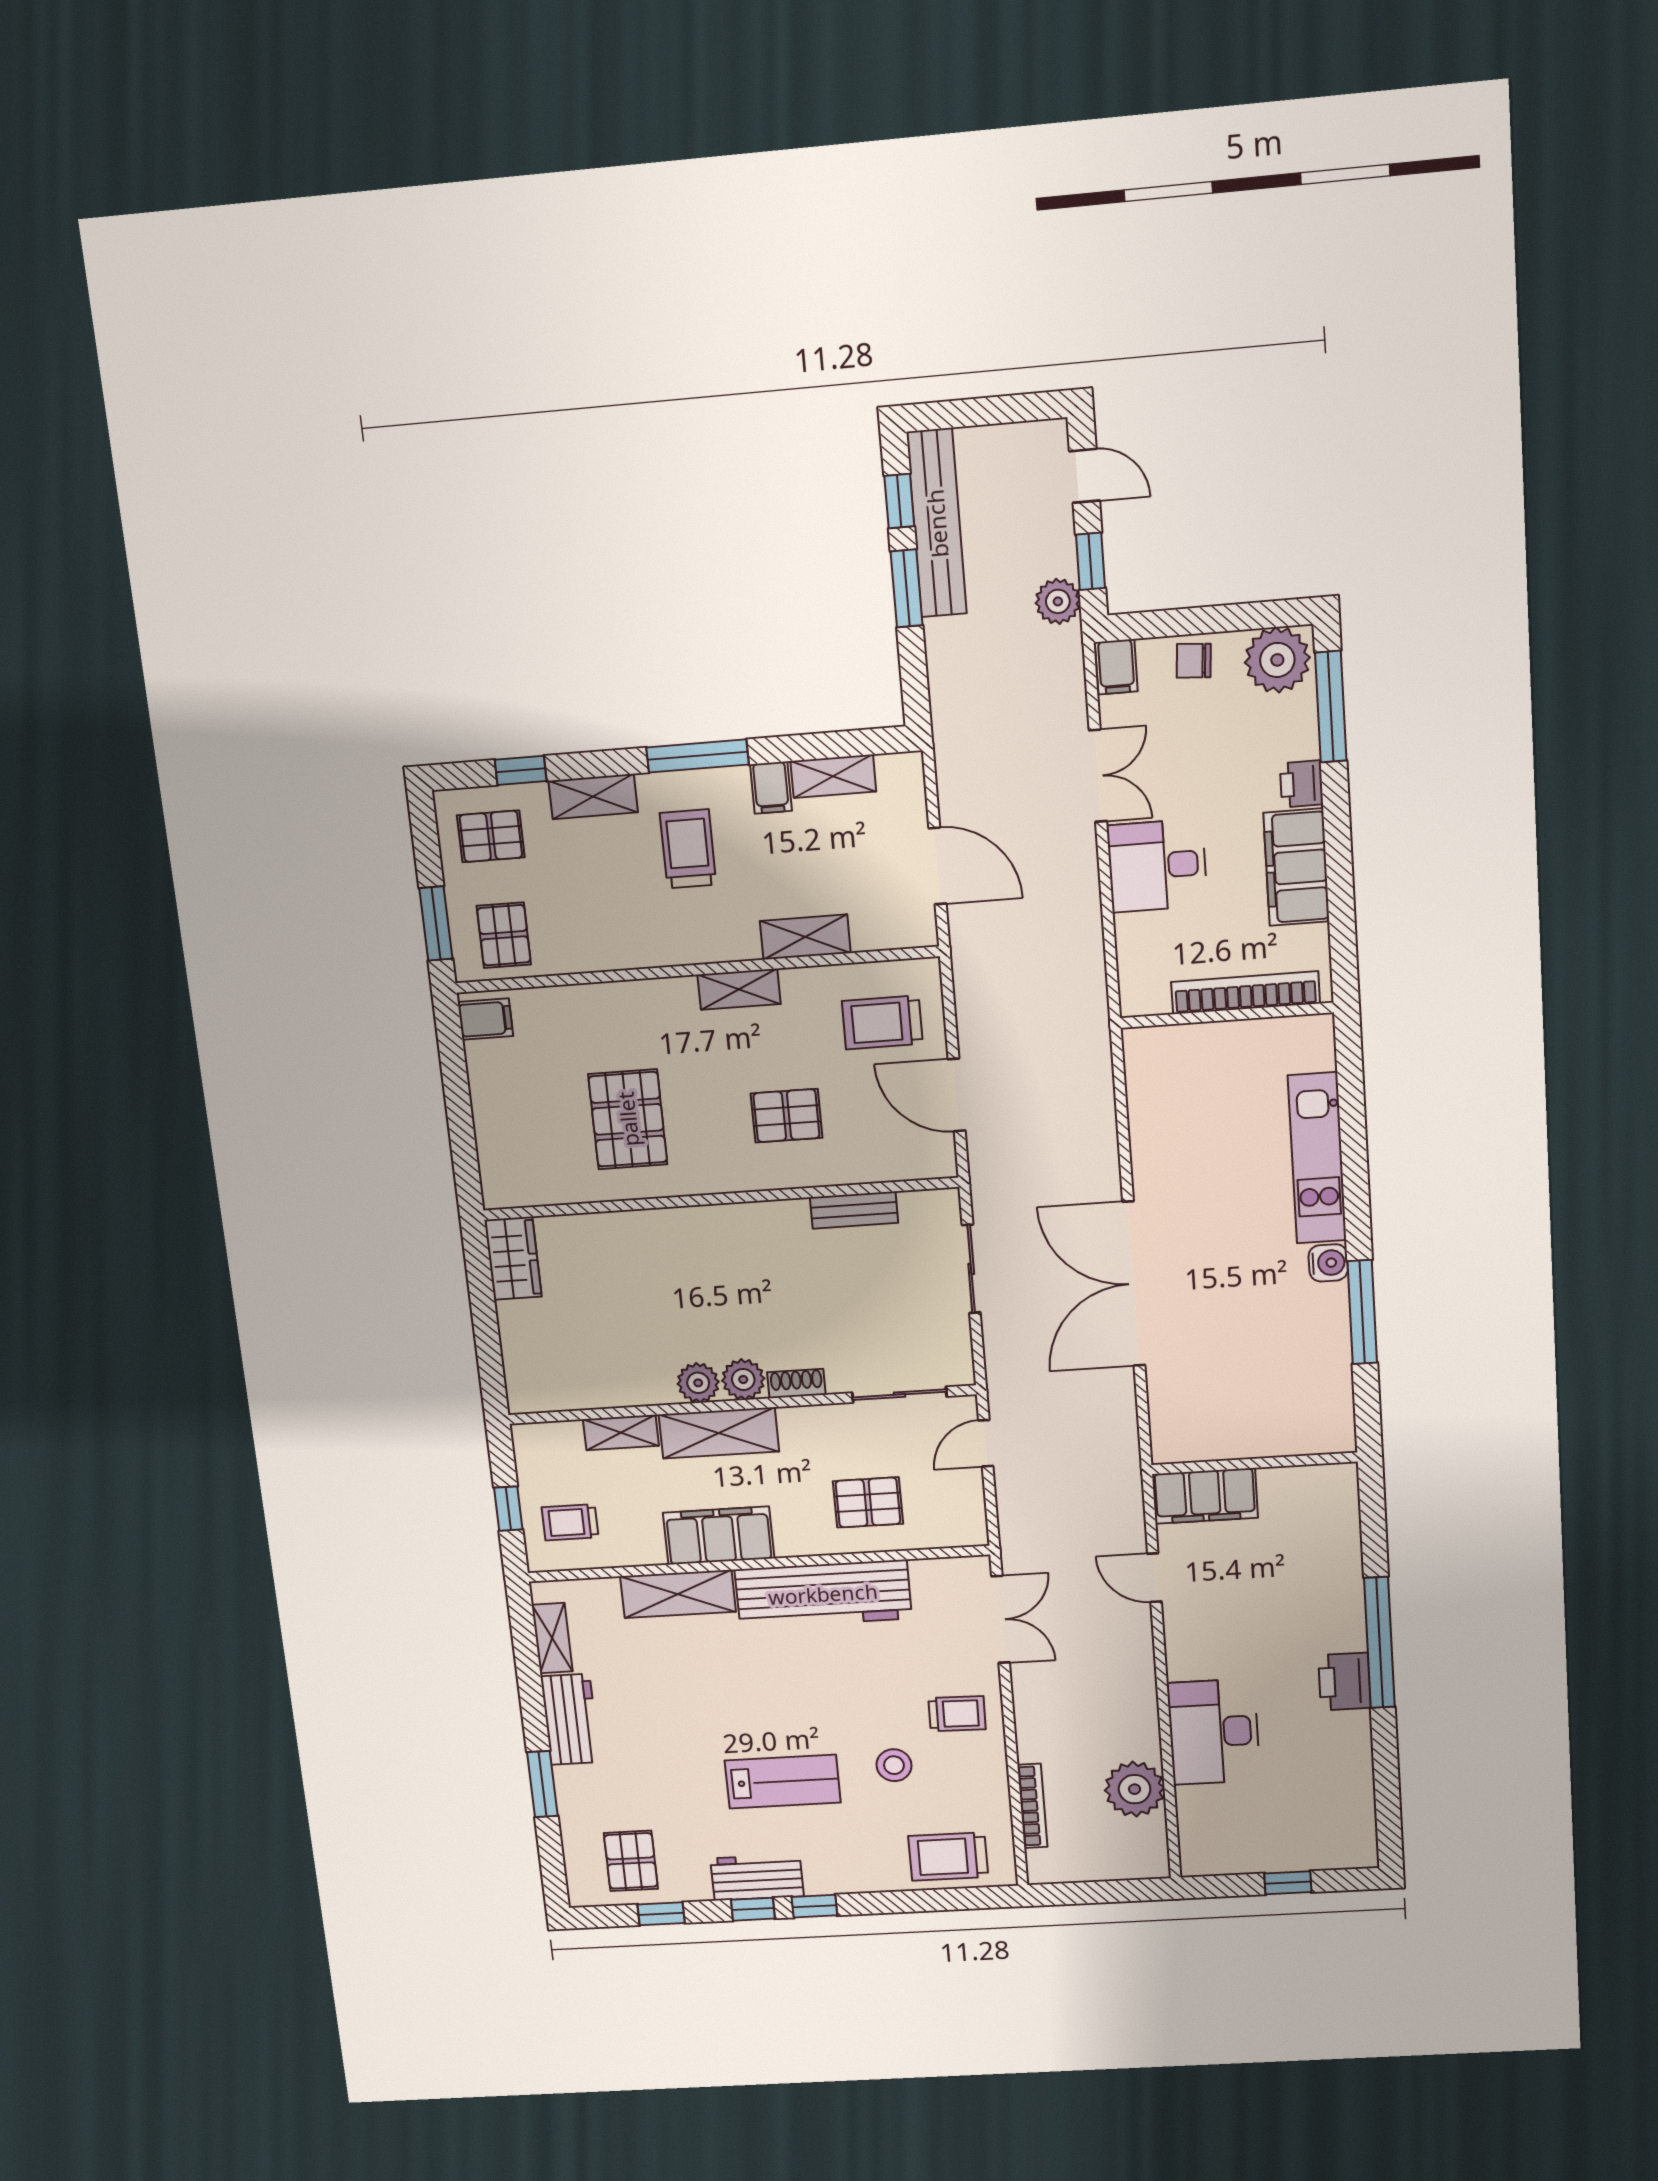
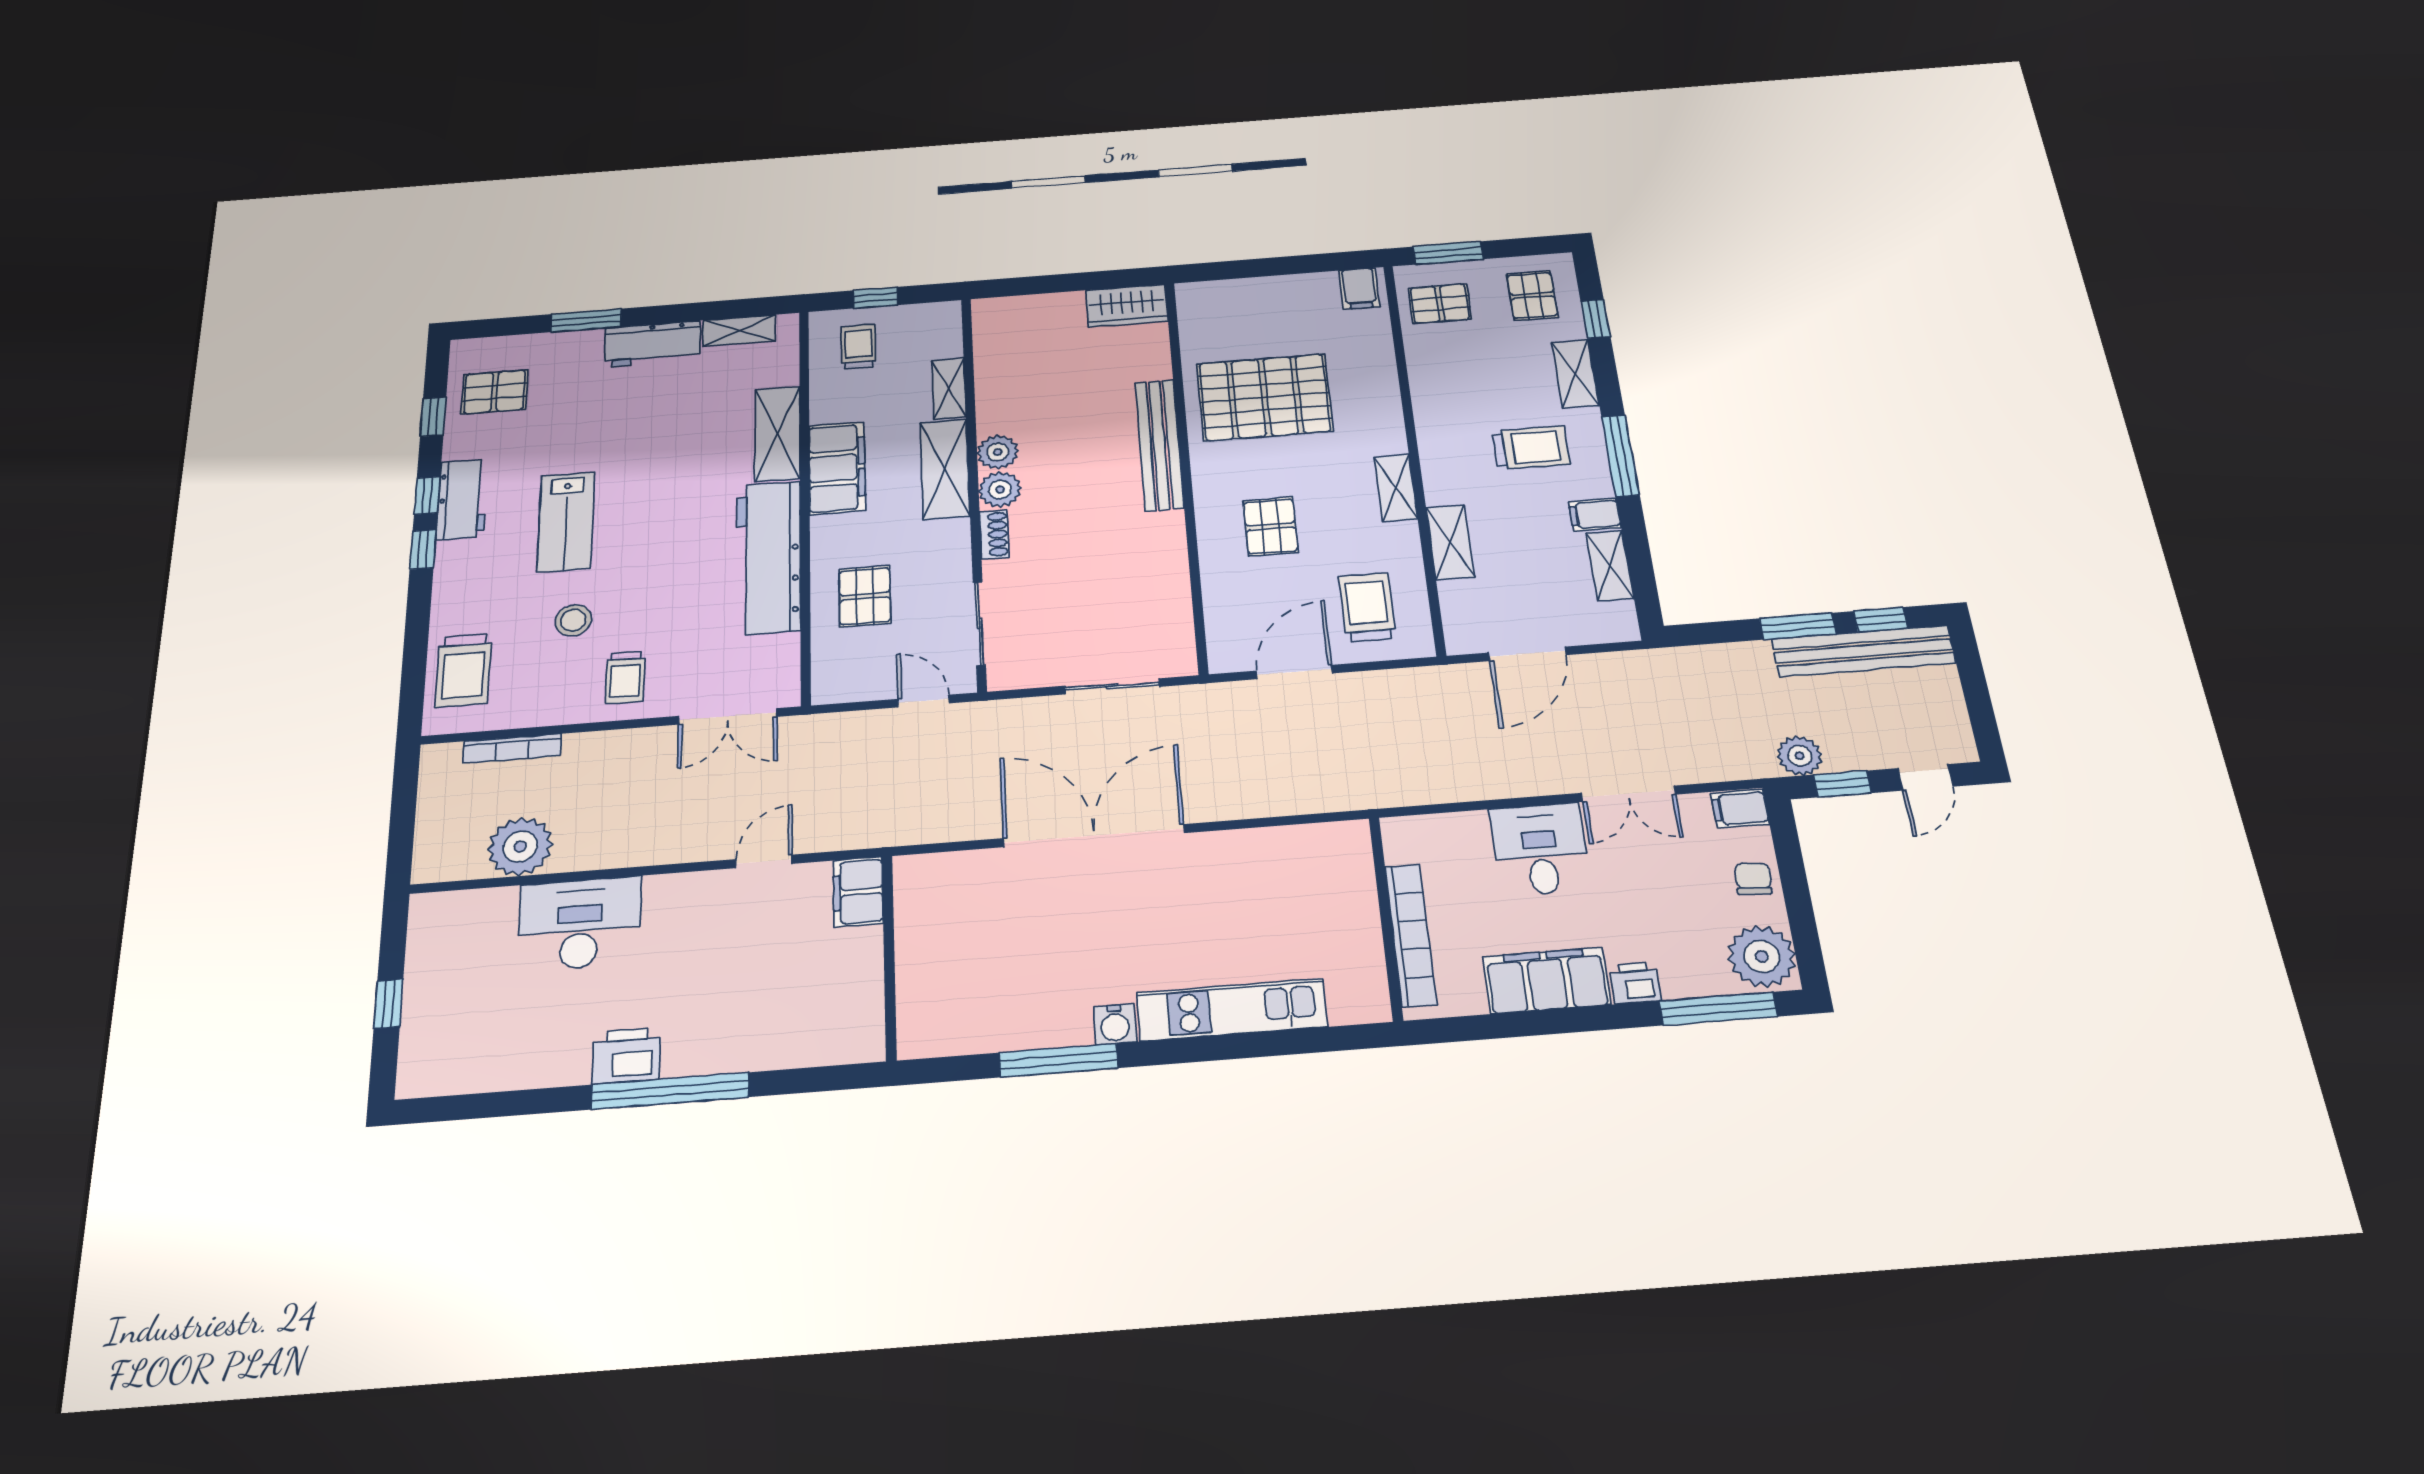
pallet: (628, 1119) -> (1265, 397), width x1.37, depth x1.41
bench: (854, 1210) -> (1159, 445), moved, width x1.86, depth x1.21
filing cabinet: (1205, 1496) -> (858, 892), width x0.67, depth x0.86
trolley: (948, 1857) -> (463, 670), turned 180

